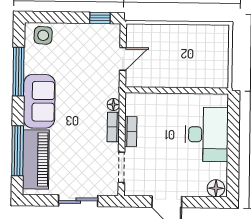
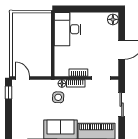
side table: (43, 35) -> (58, 97), moved
door: (123, 59) -> (23, 78), moved
desk: (207, 134) -> (68, 29), moved, turned -90

